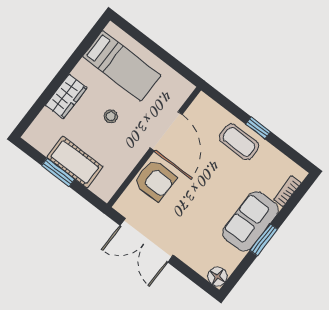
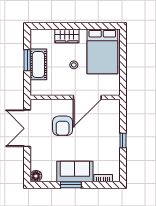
bed: (122, 66) -> (102, 51), width x1.50
coffee table: (239, 142) -> (109, 136), removed
armchair: (155, 180) -> (63, 126), moved

